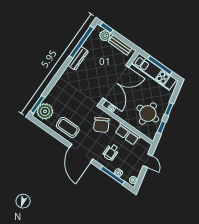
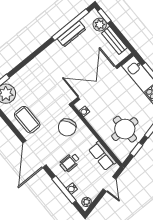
dresser: (78, 58) -> (72, 34), moved
double door: (116, 83) -> (98, 83), swing flipped
row of seats: (127, 134) -> (102, 156), moved

